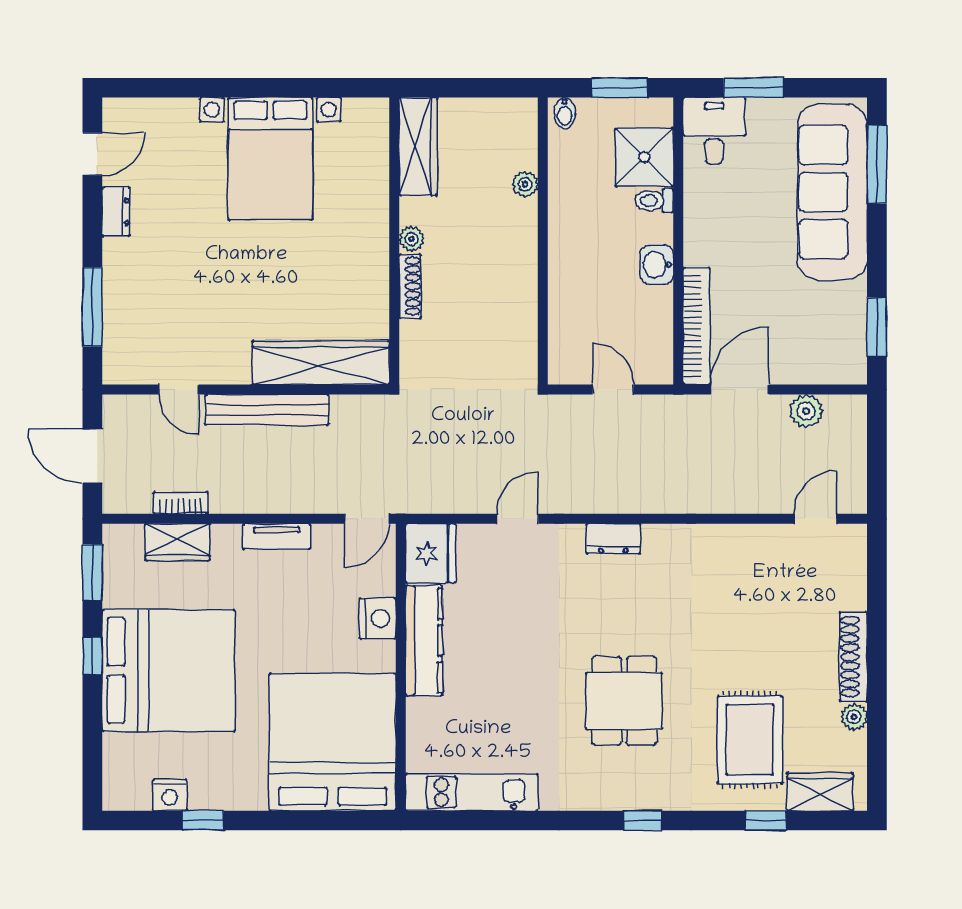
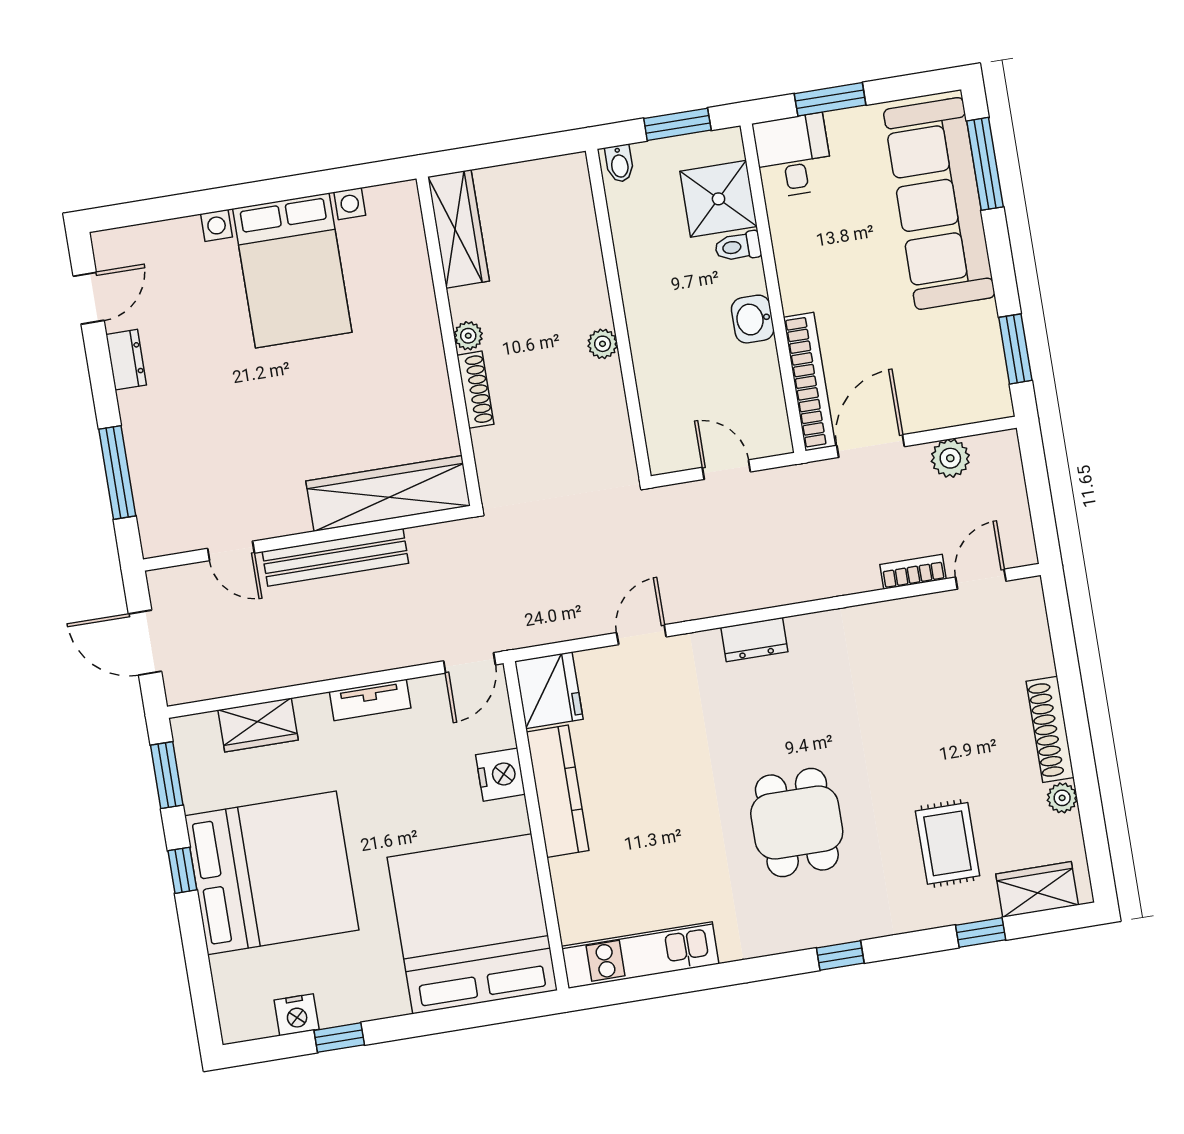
plant: (525, 184) -> (603, 344), moved
bookcase: (181, 503) -> (913, 572), moved
rug: (750, 740) -> (948, 843), width x0.73, depth x0.70

